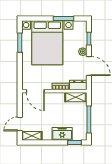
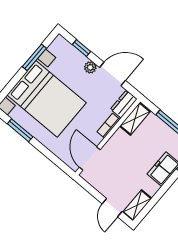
door: (35, 91) -> (90, 158), swing flipped

